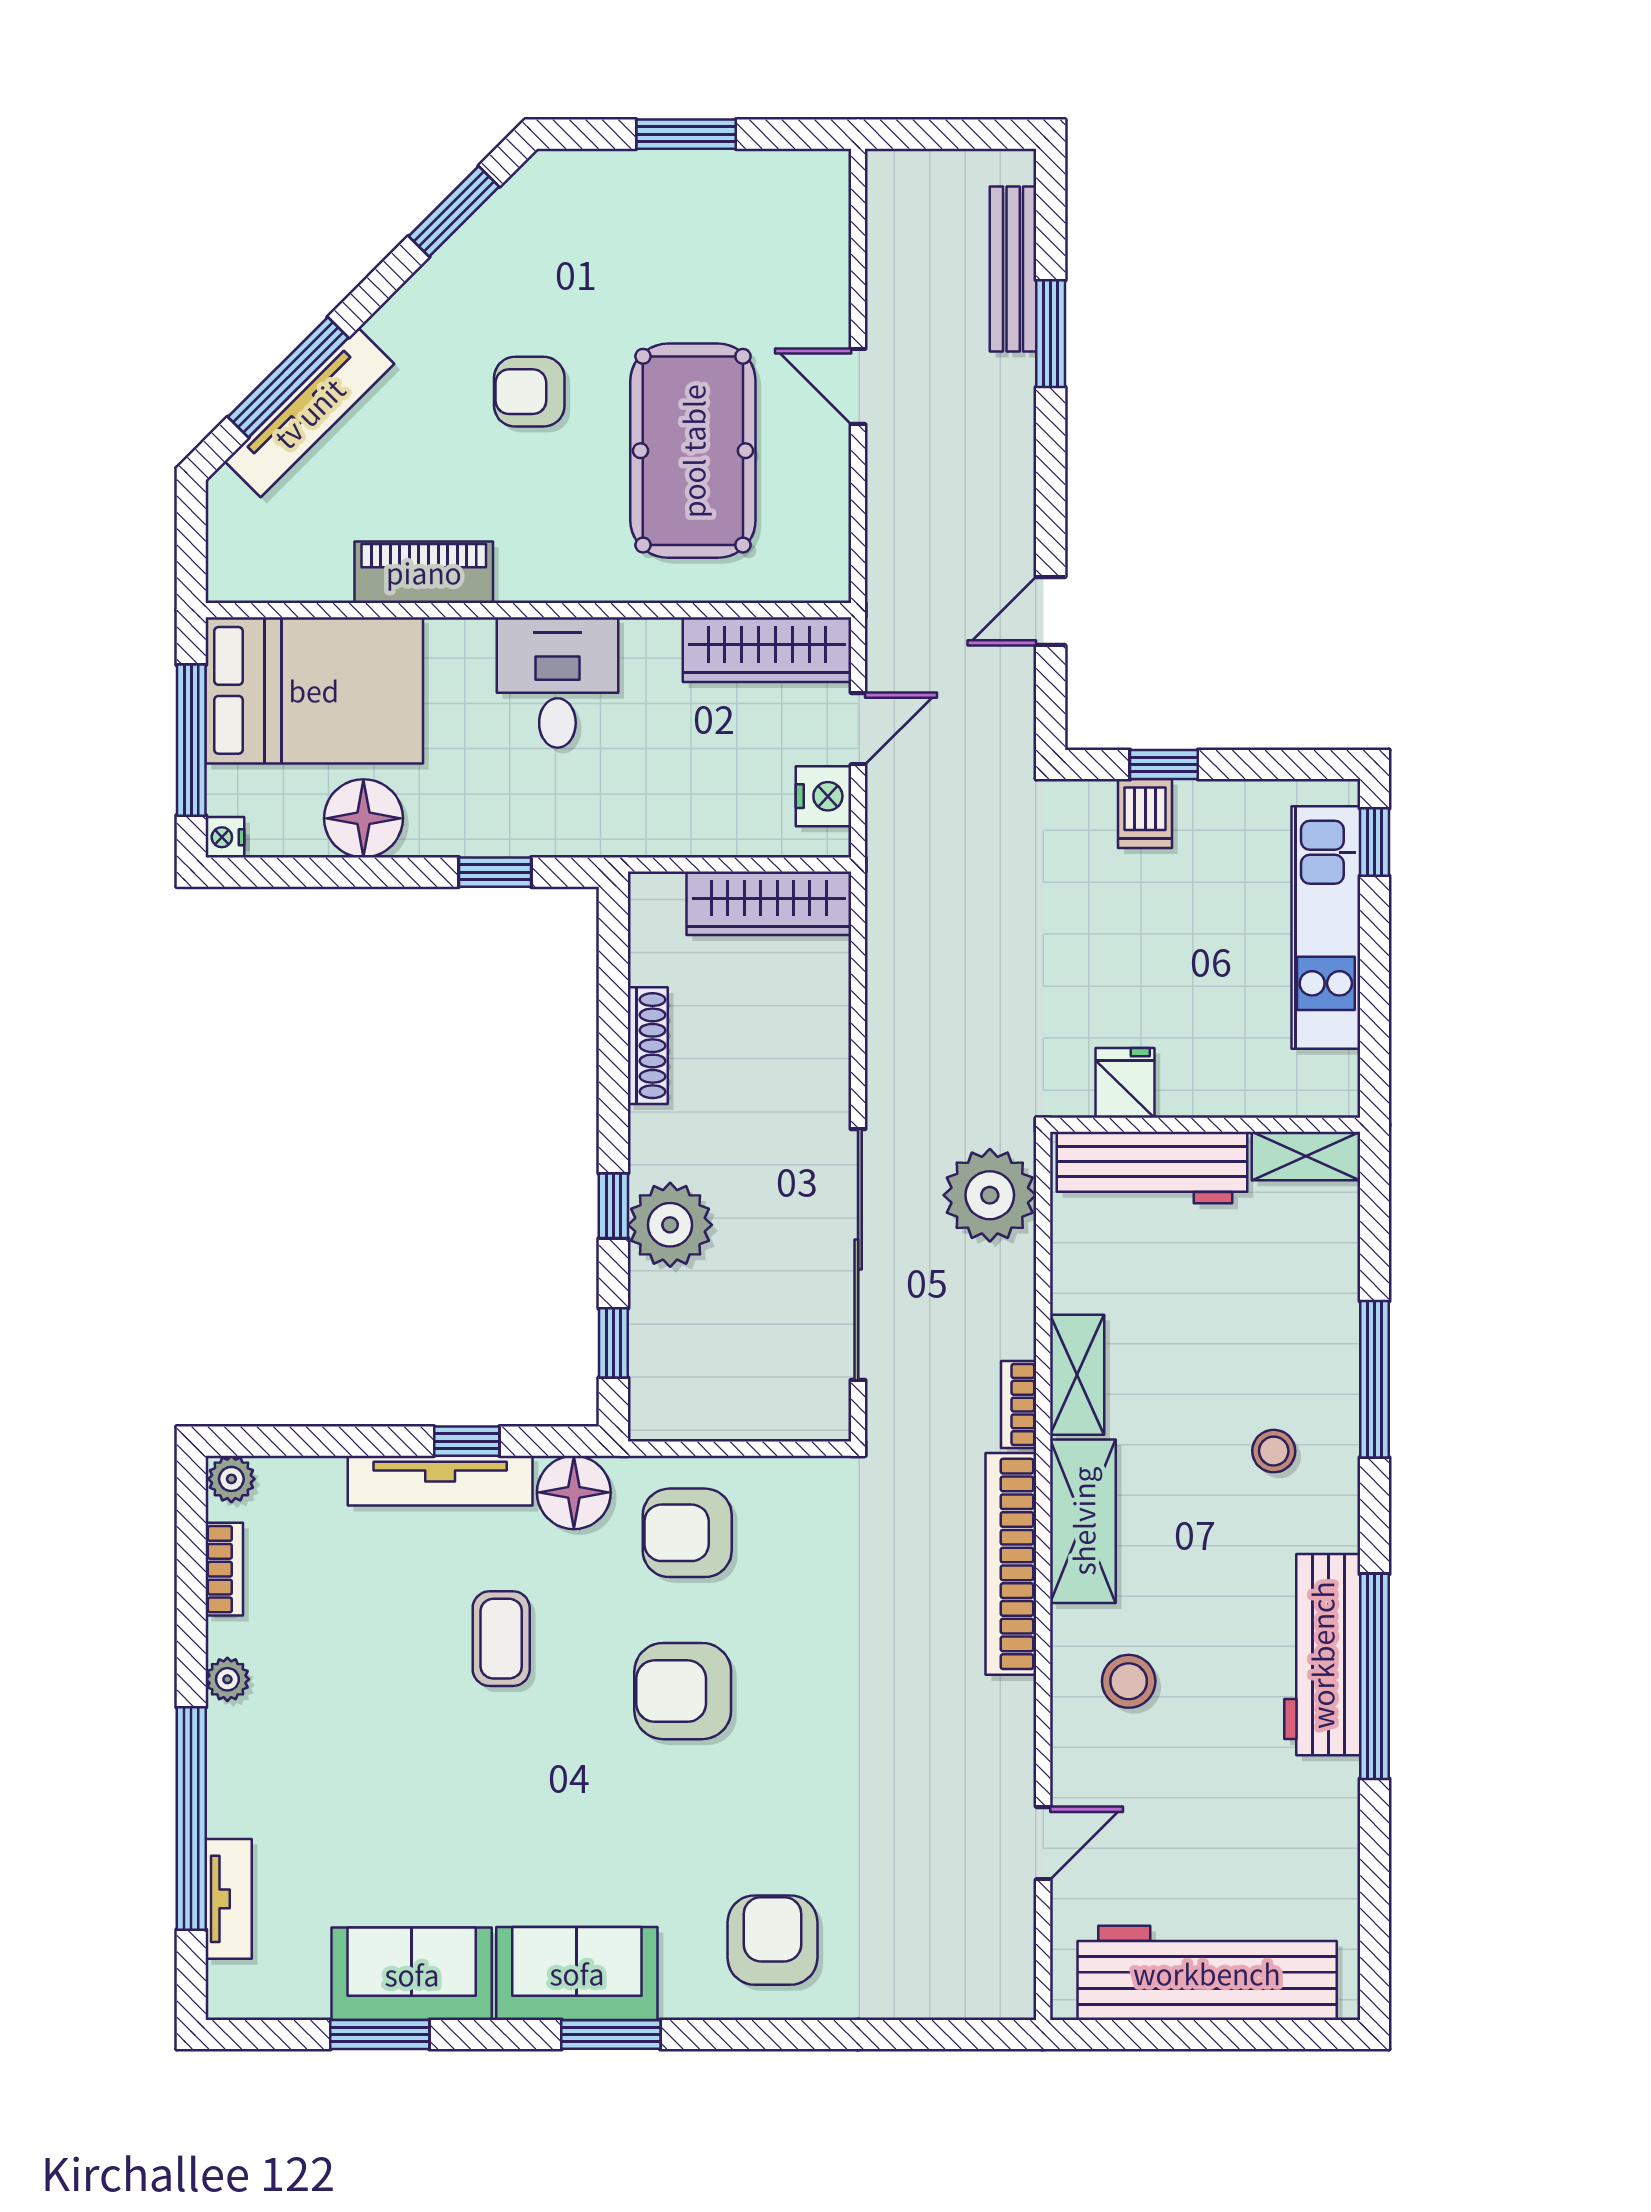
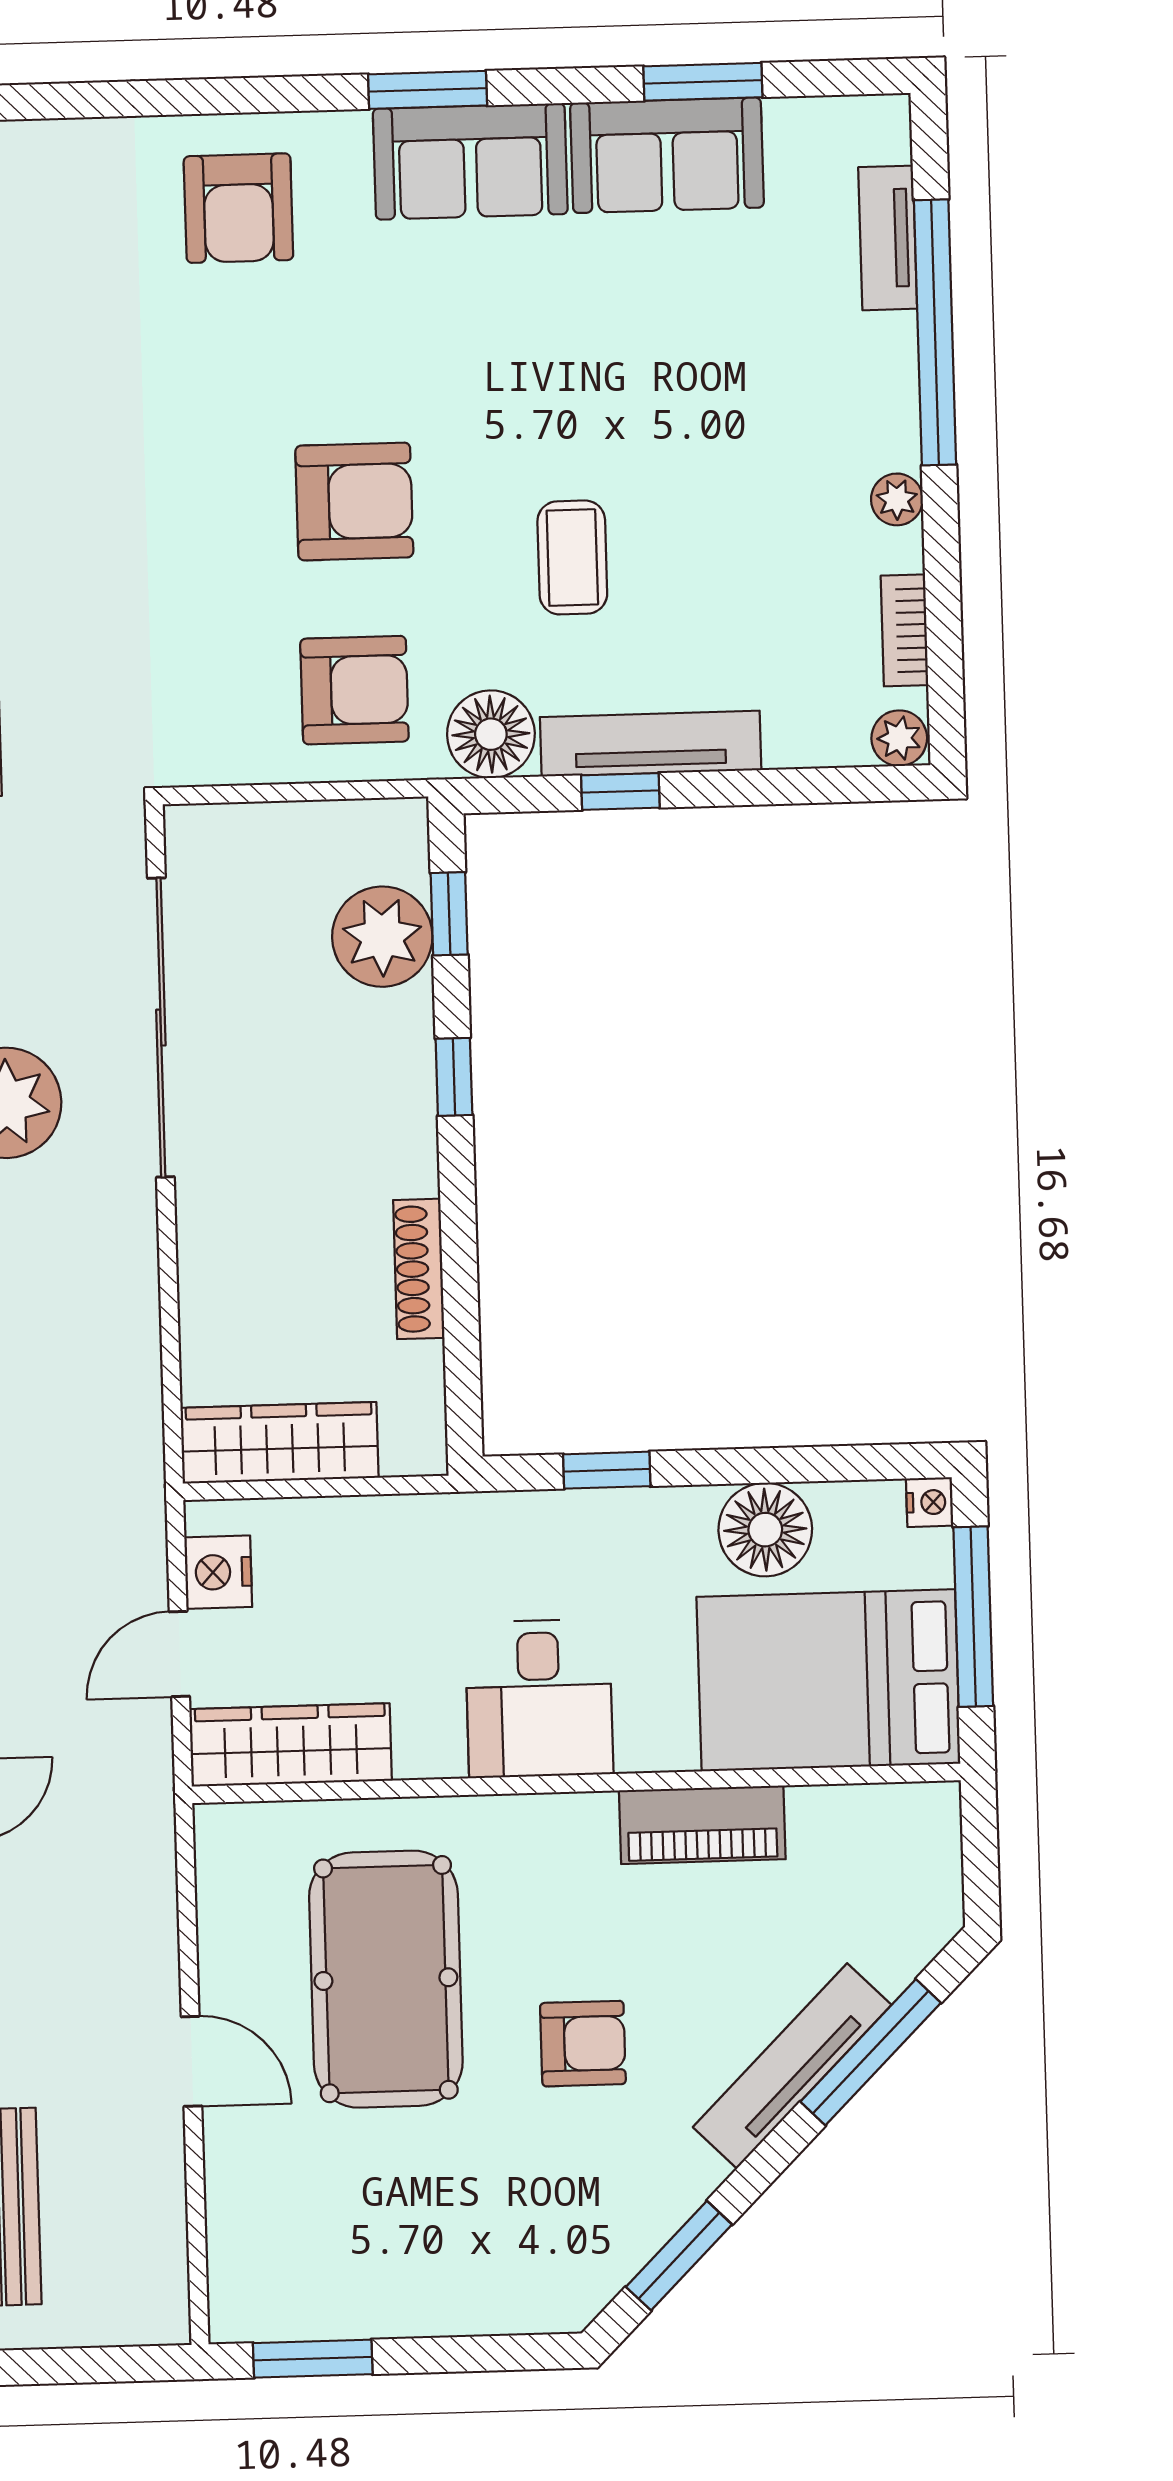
window: (686, 134) -> (313, 2359), moved
tv unit: (309, 413) -> (792, 2066), moved
plant: (670, 1225) -> (382, 937), moved

